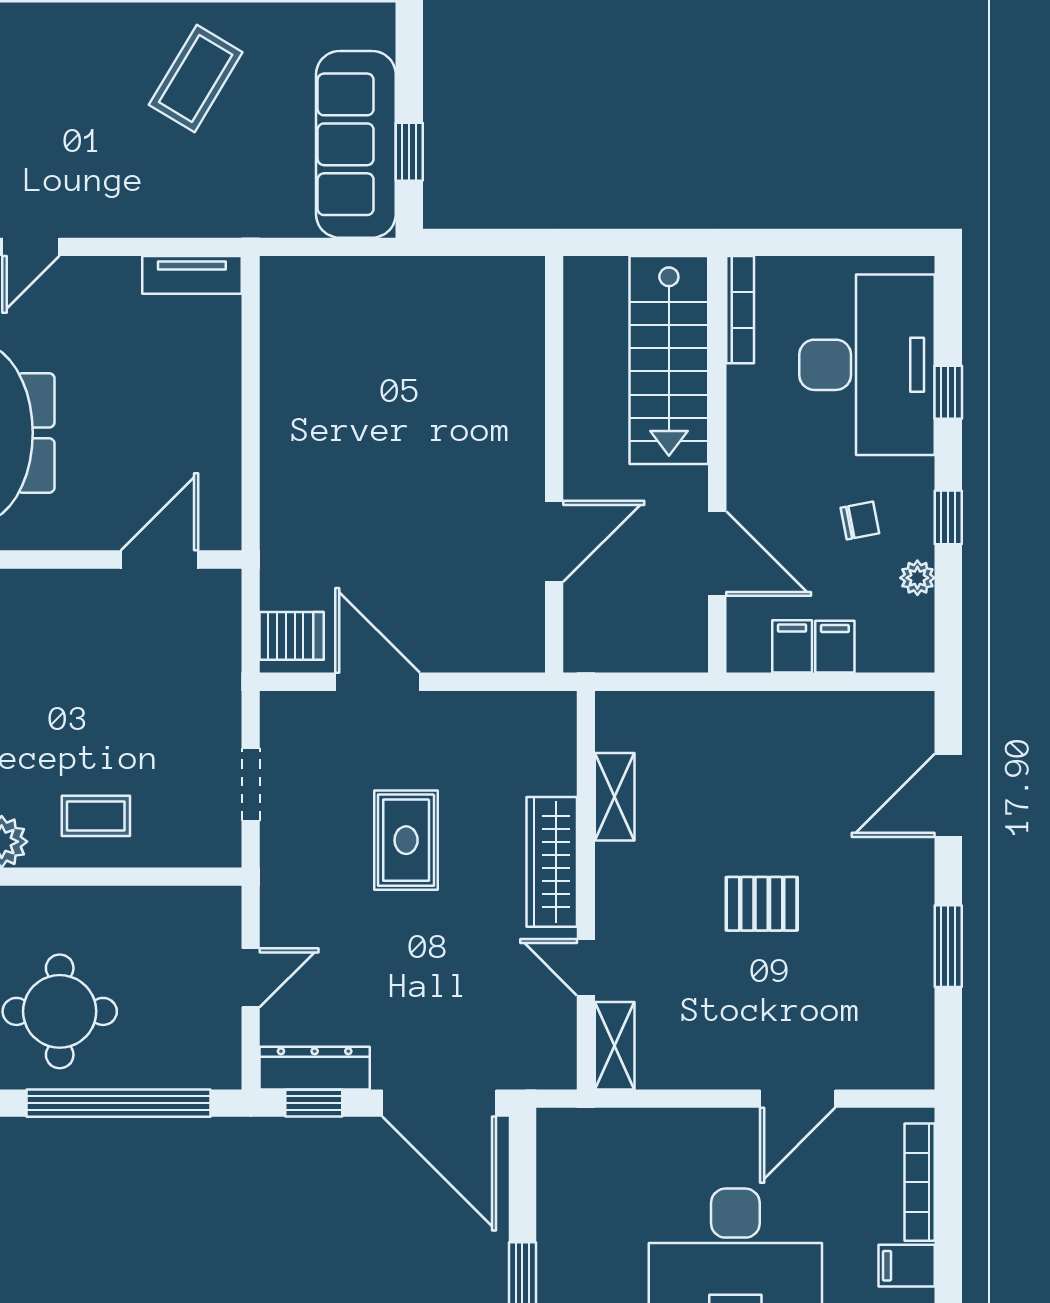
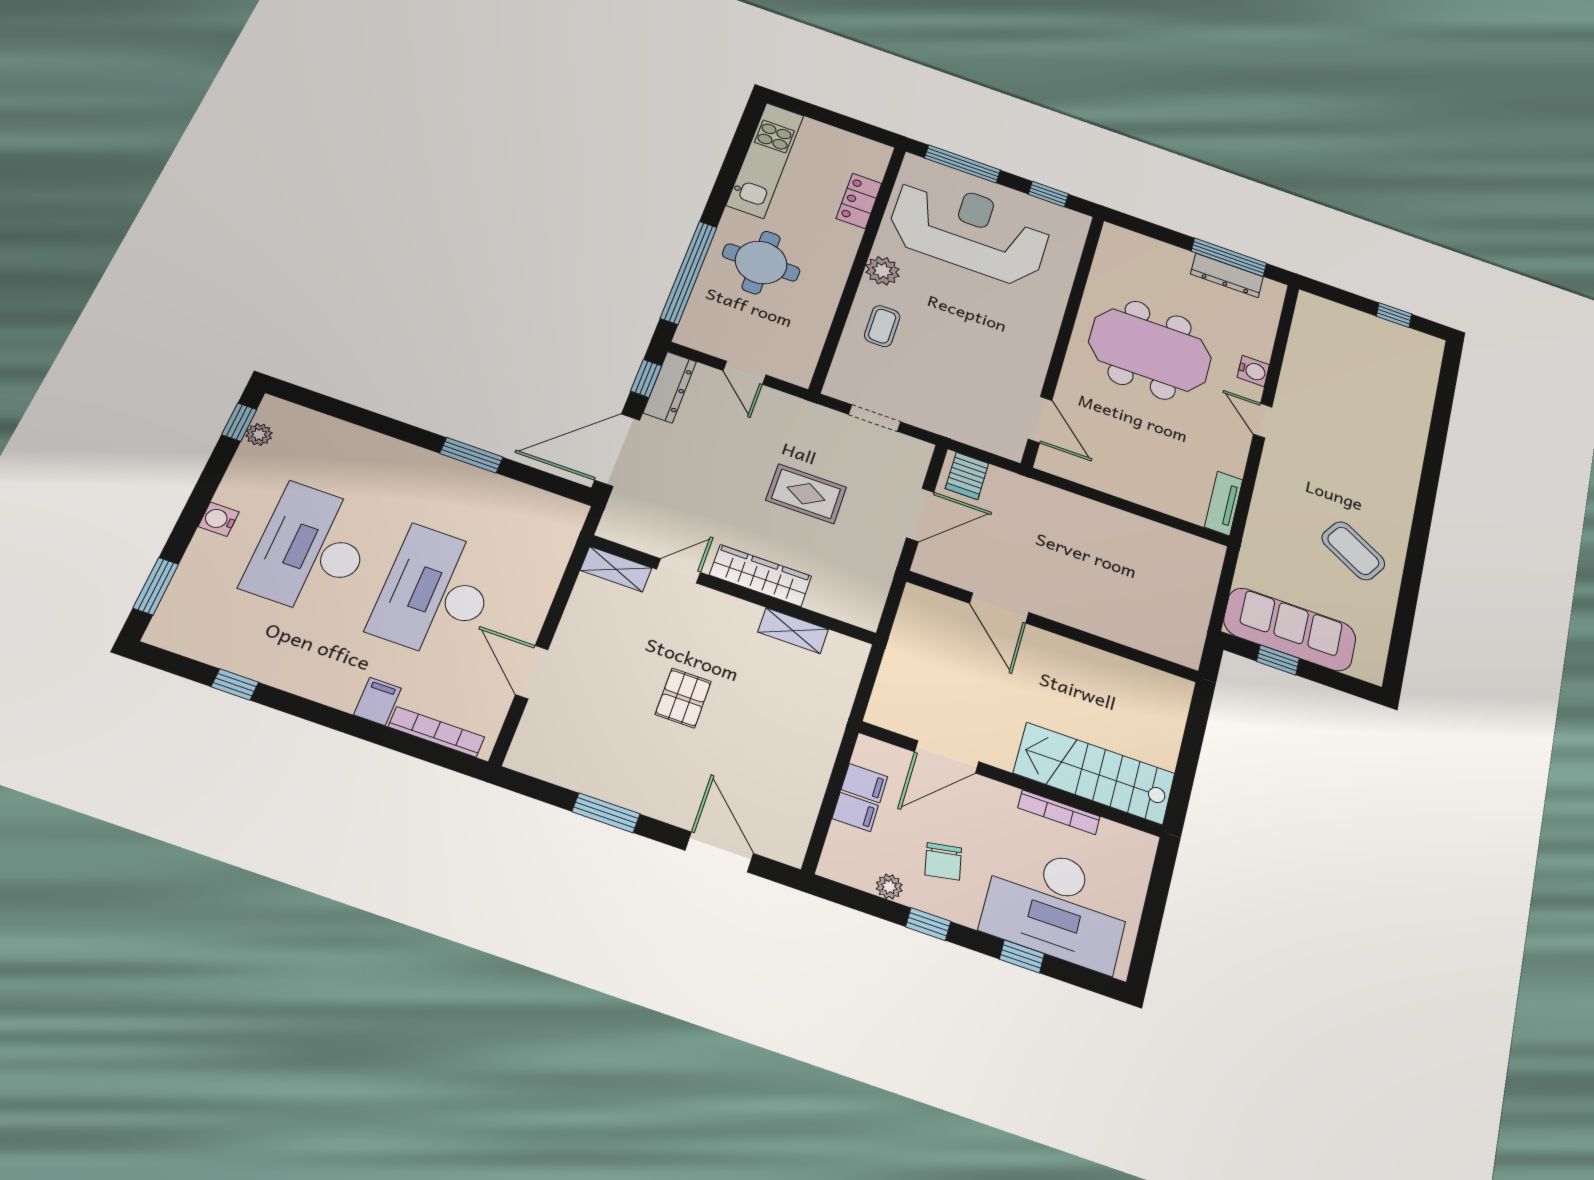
bookcase: (740, 310) -> (1059, 812), moved
wall: (554, 464) -> (1053, 627), moved
chair: (860, 521) -> (943, 861), width x1.37, depth x1.37
door: (554, 541) -> (999, 608), moved

